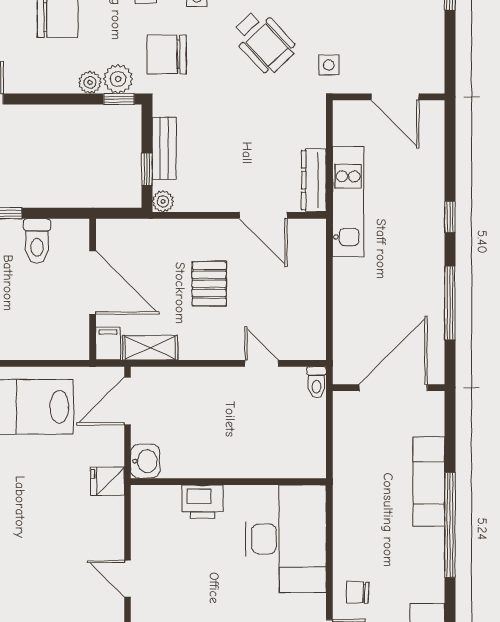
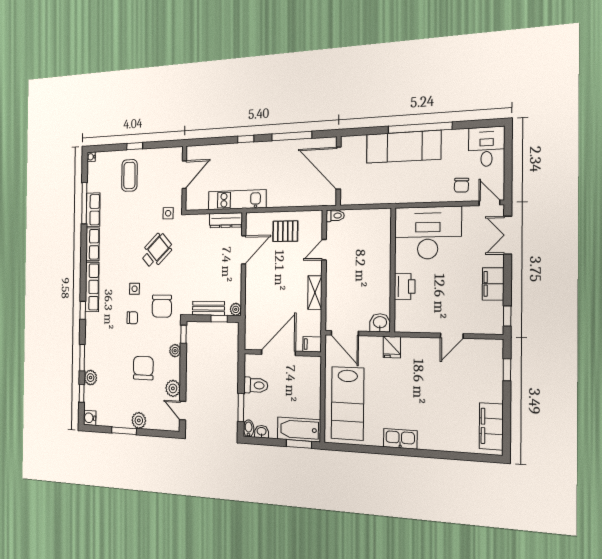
plant: (118, 79) -> (173, 388), moved
pallet: (209, 284) -> (285, 231), moved
shelving: (150, 348) -> (315, 293), moved
exam couch: (429, 482) -> (403, 147), width x1.36, depth x1.45

